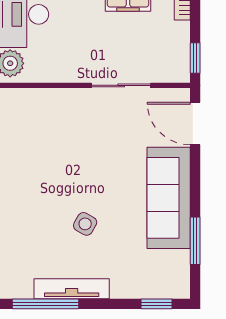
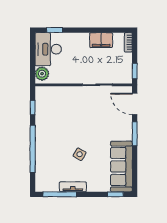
sofa: (169, 198) -> (121, 166), moved
window: (195, 241) -> (135, 134), moved
tv unit: (72, 289) -> (73, 187), width x0.71

